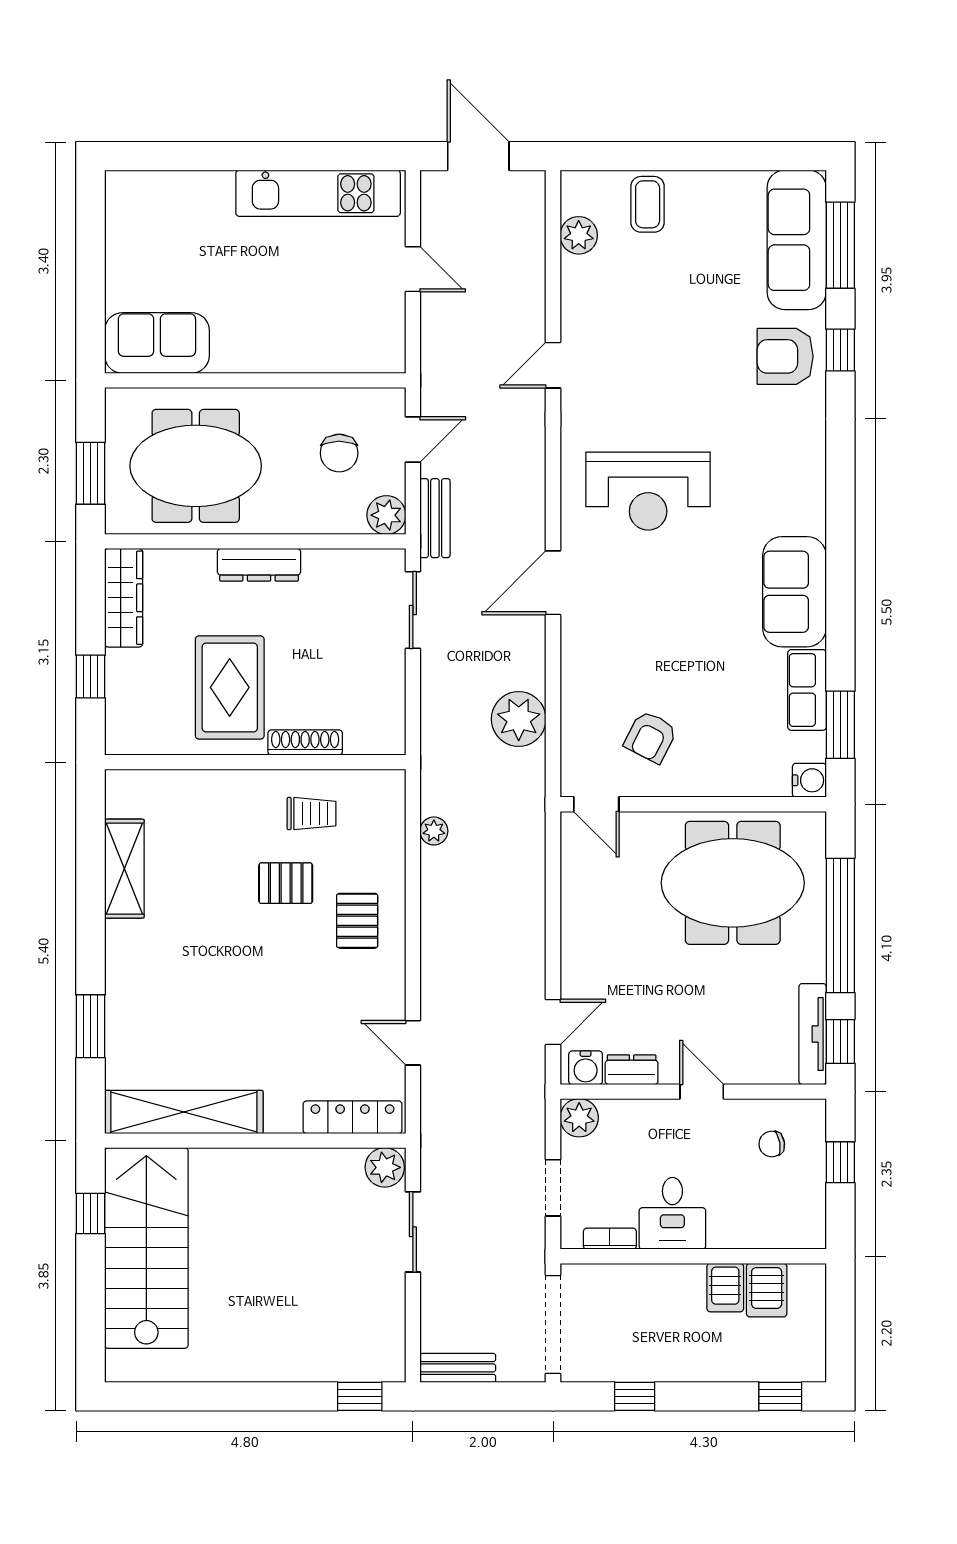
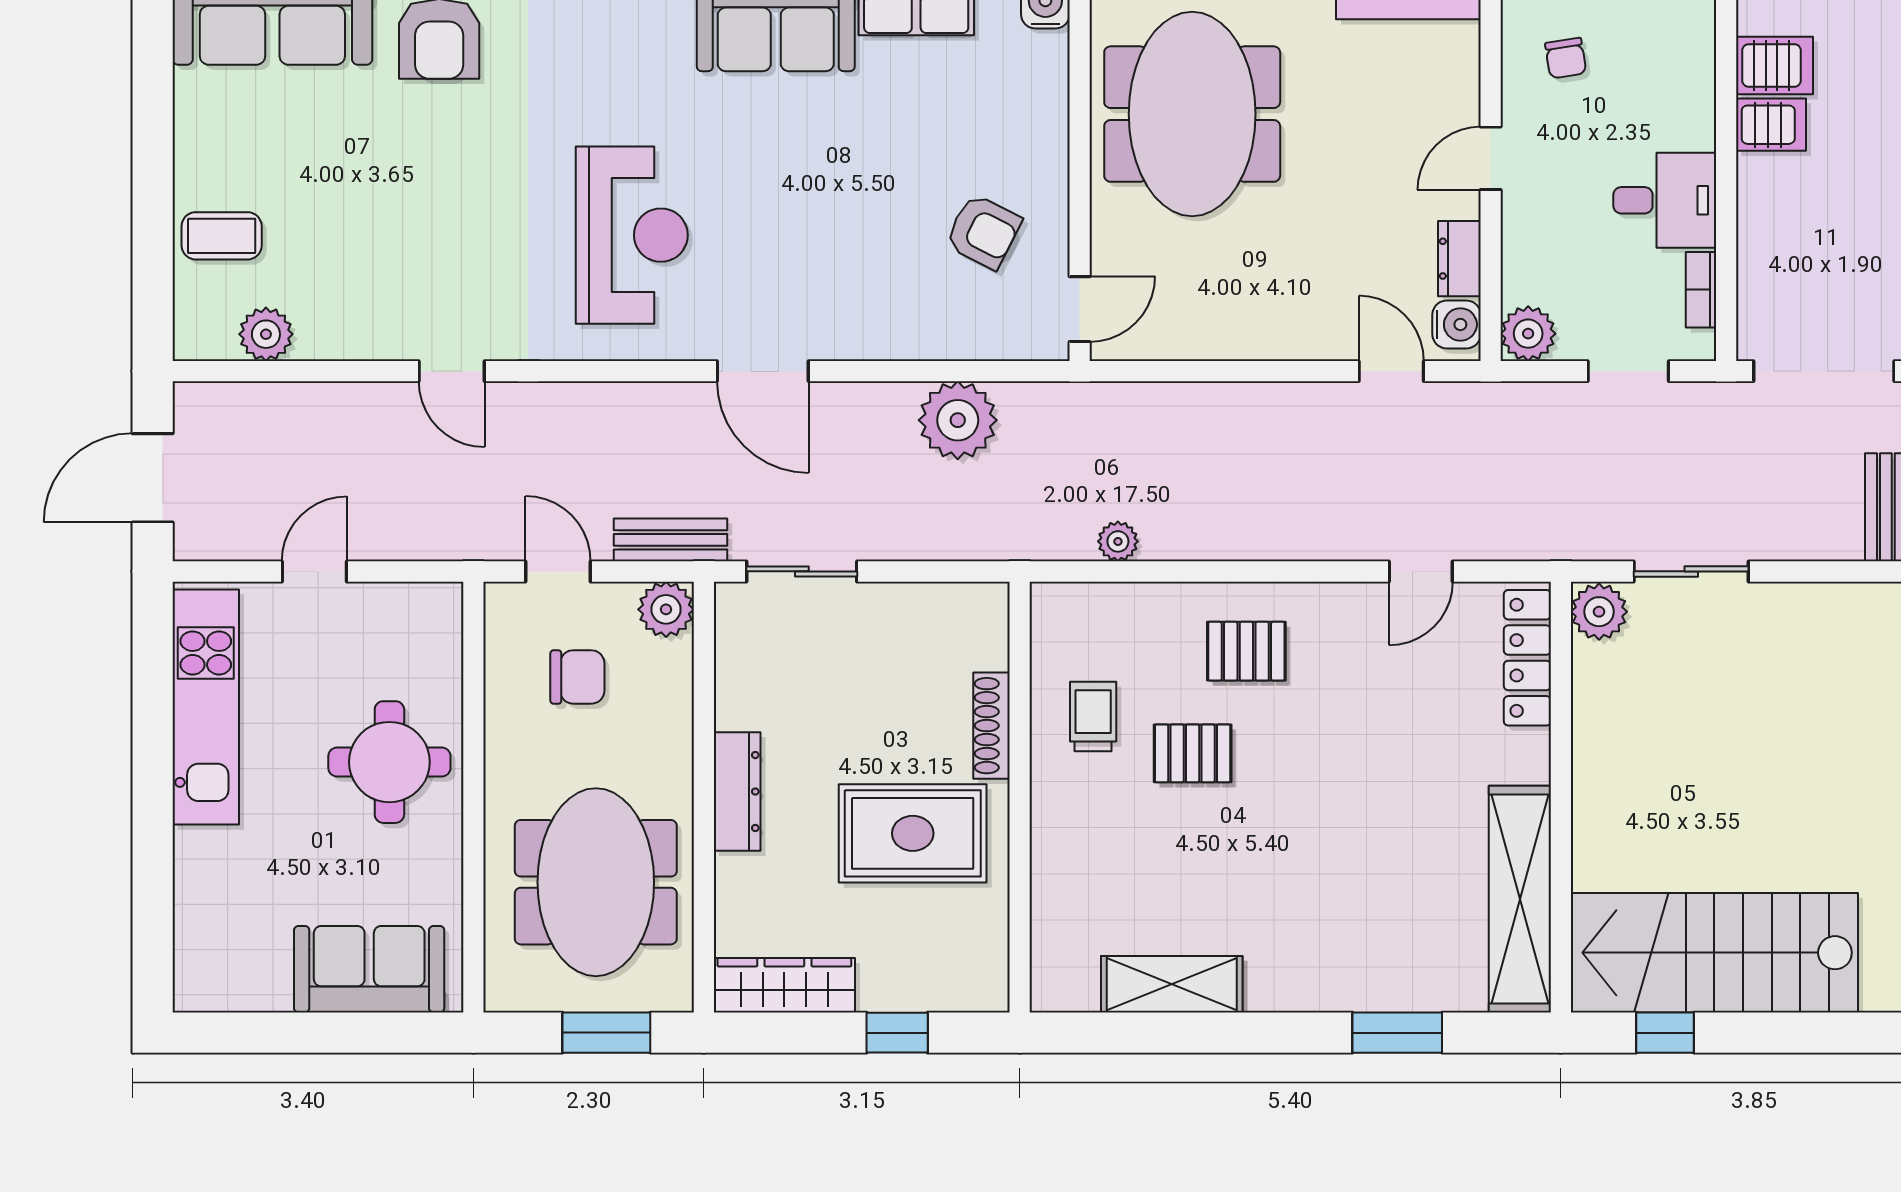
round table: (280, 322) -> (389, 762), added
sofa: (157, 343) -> (369, 969), moved, turned 90
pallet: (286, 883) -> (1193, 753), turned 90

